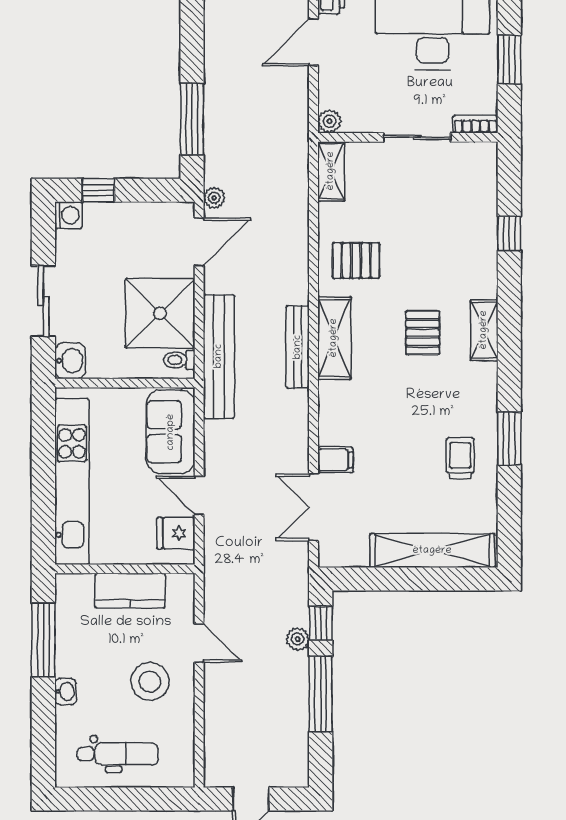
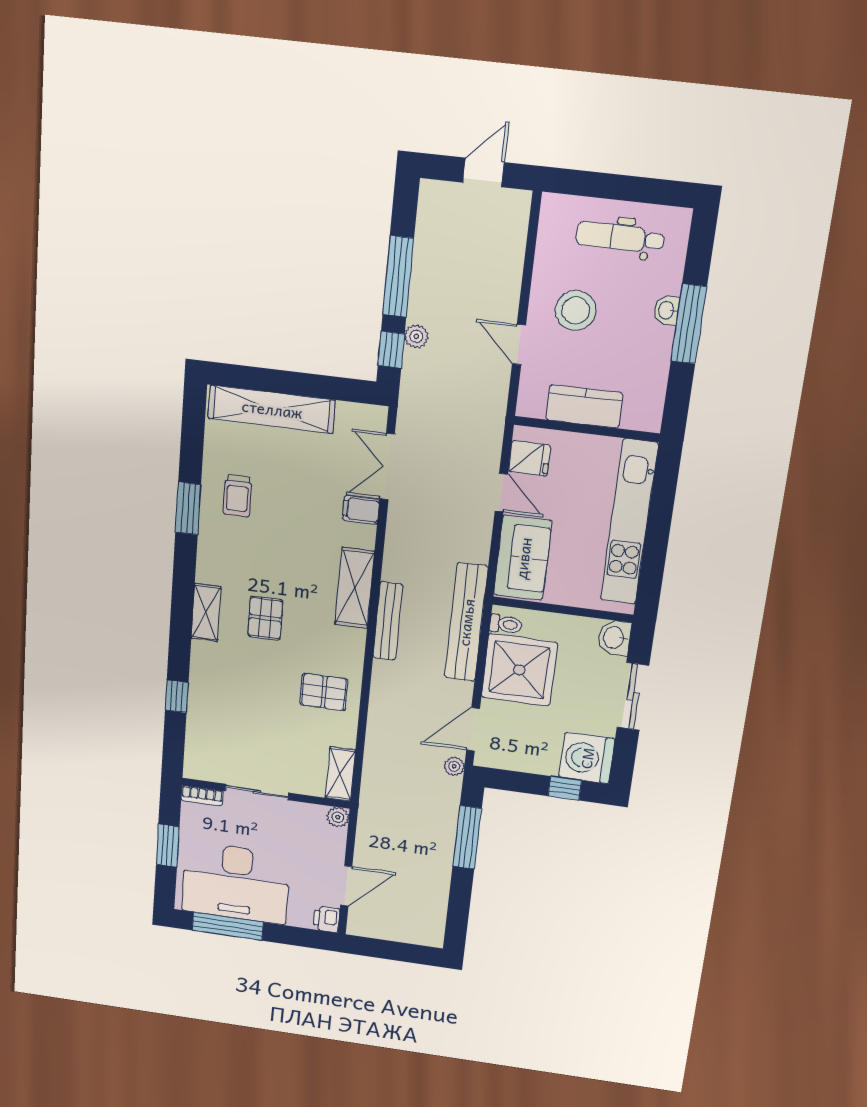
washing machine: (68, 215) -> (587, 758), width x1.89, depth x1.89
shelving: (334, 338) -> (355, 588), moved
double door: (313, 507) -> (387, 467), swing flipped
window: (43, 640) -> (689, 324), moved

